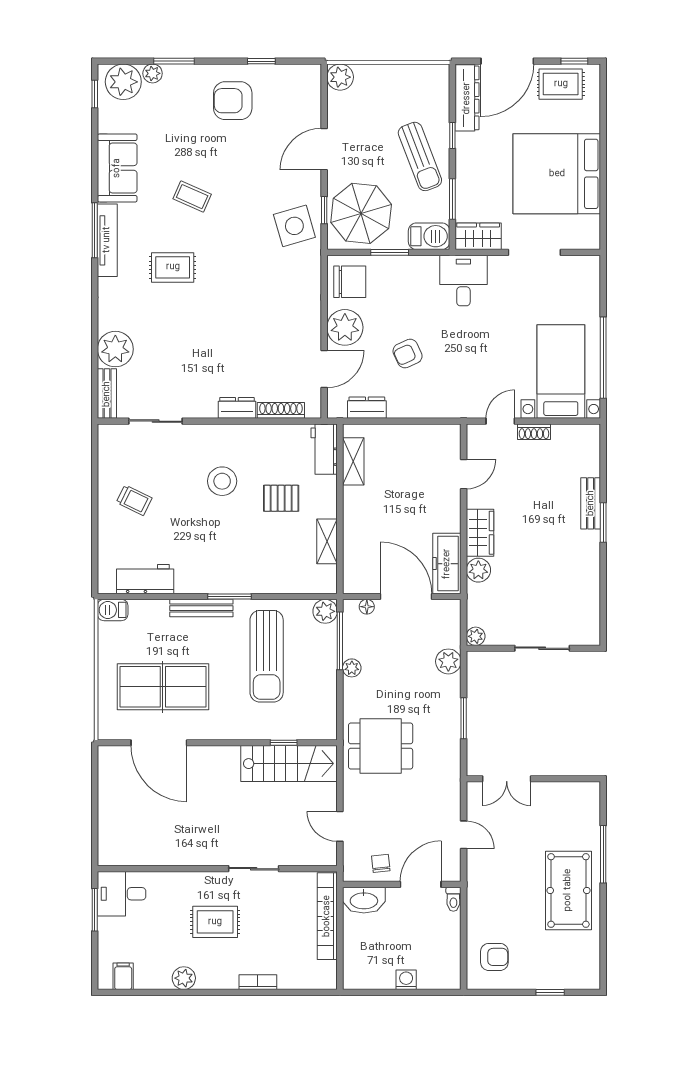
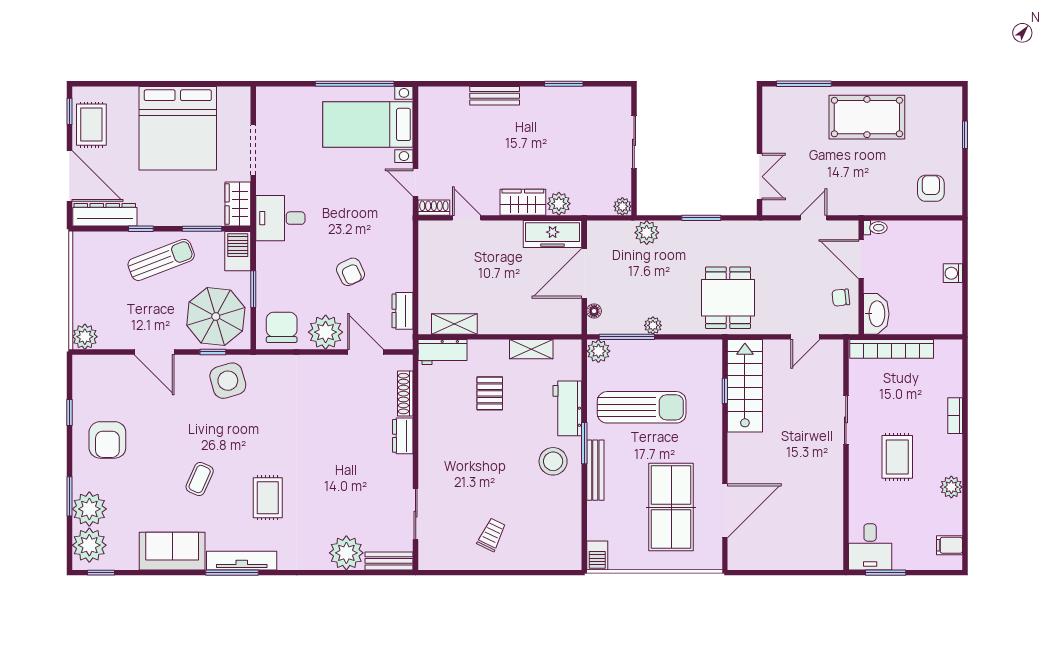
plant: (153, 73) -> (89, 509), width x1.87, depth x1.87
shoe rack: (534, 432) -> (434, 208), moved, turned -90
stool: (222, 481) -> (553, 461), moved
window: (603, 523) -> (564, 84), moved
workbench: (145, 579) -> (567, 408), moved
window: (603, 854) -> (804, 84), moved

